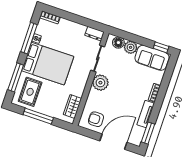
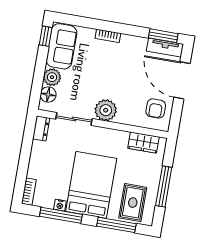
rug: (30, 92) -> (133, 203), turned 90
tv unit: (146, 114) -> (165, 48), moved

